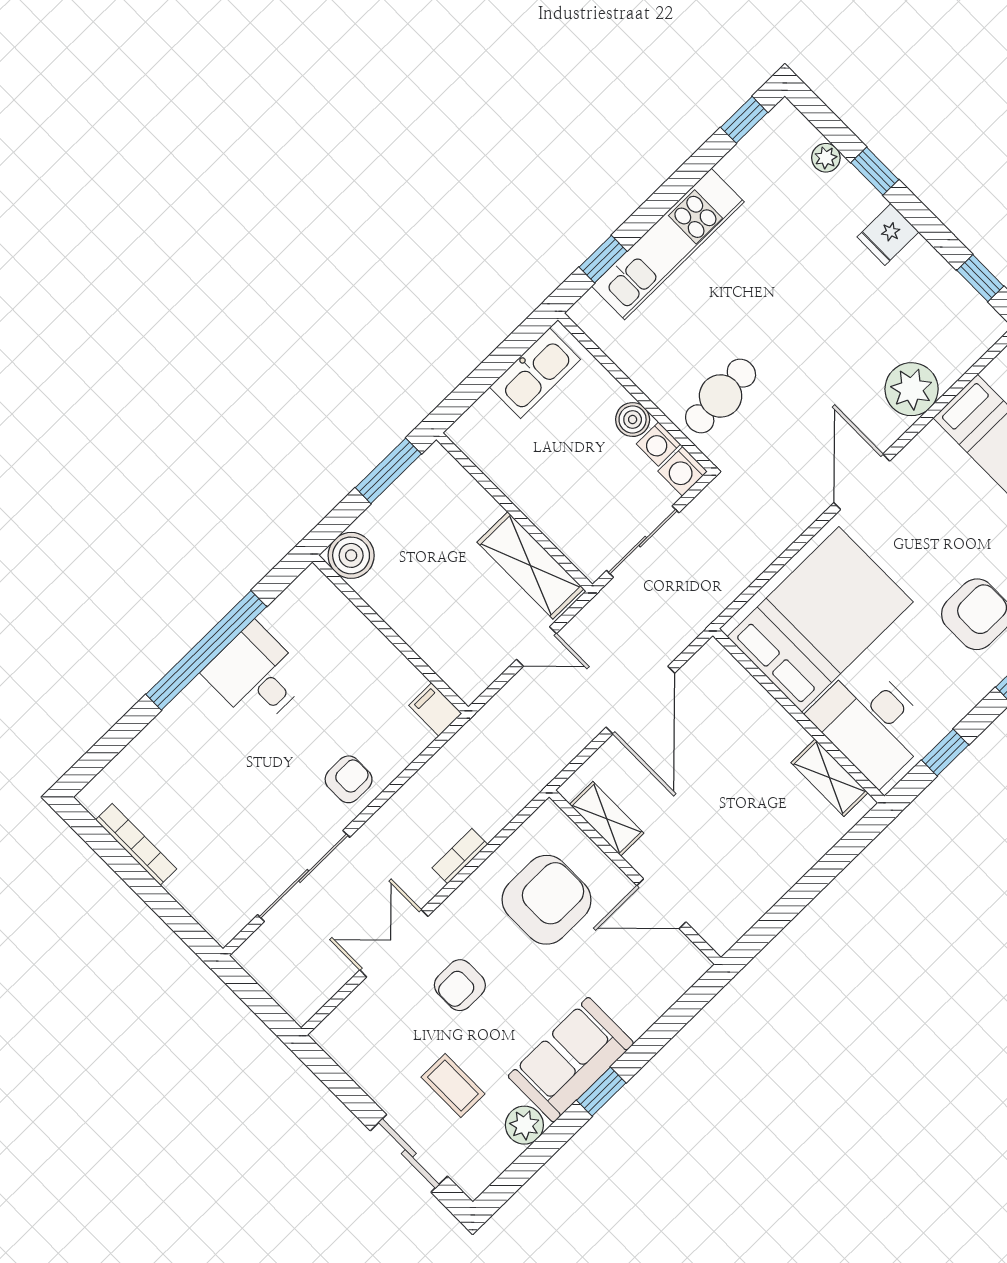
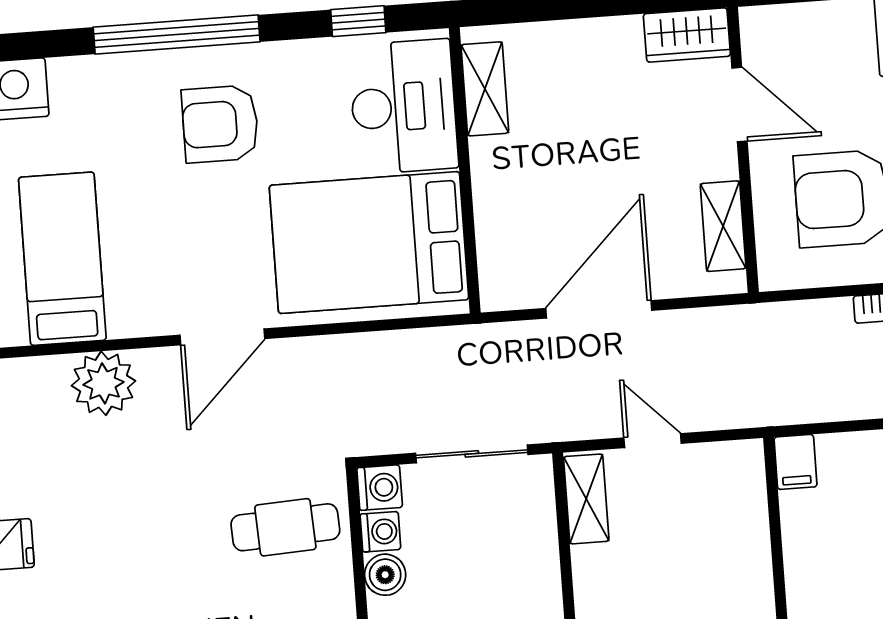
shelving: (530, 565) -> (586, 499), width x0.67, depth x0.75
wardrobe: (732, 919) -> (687, 35), added

